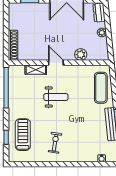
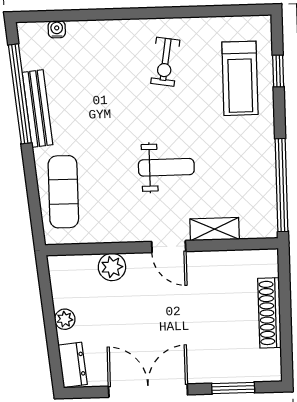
shoe rack: (13, 45) -> (270, 313), moved
weight bench: (56, 97) -> (166, 167), turned 180

